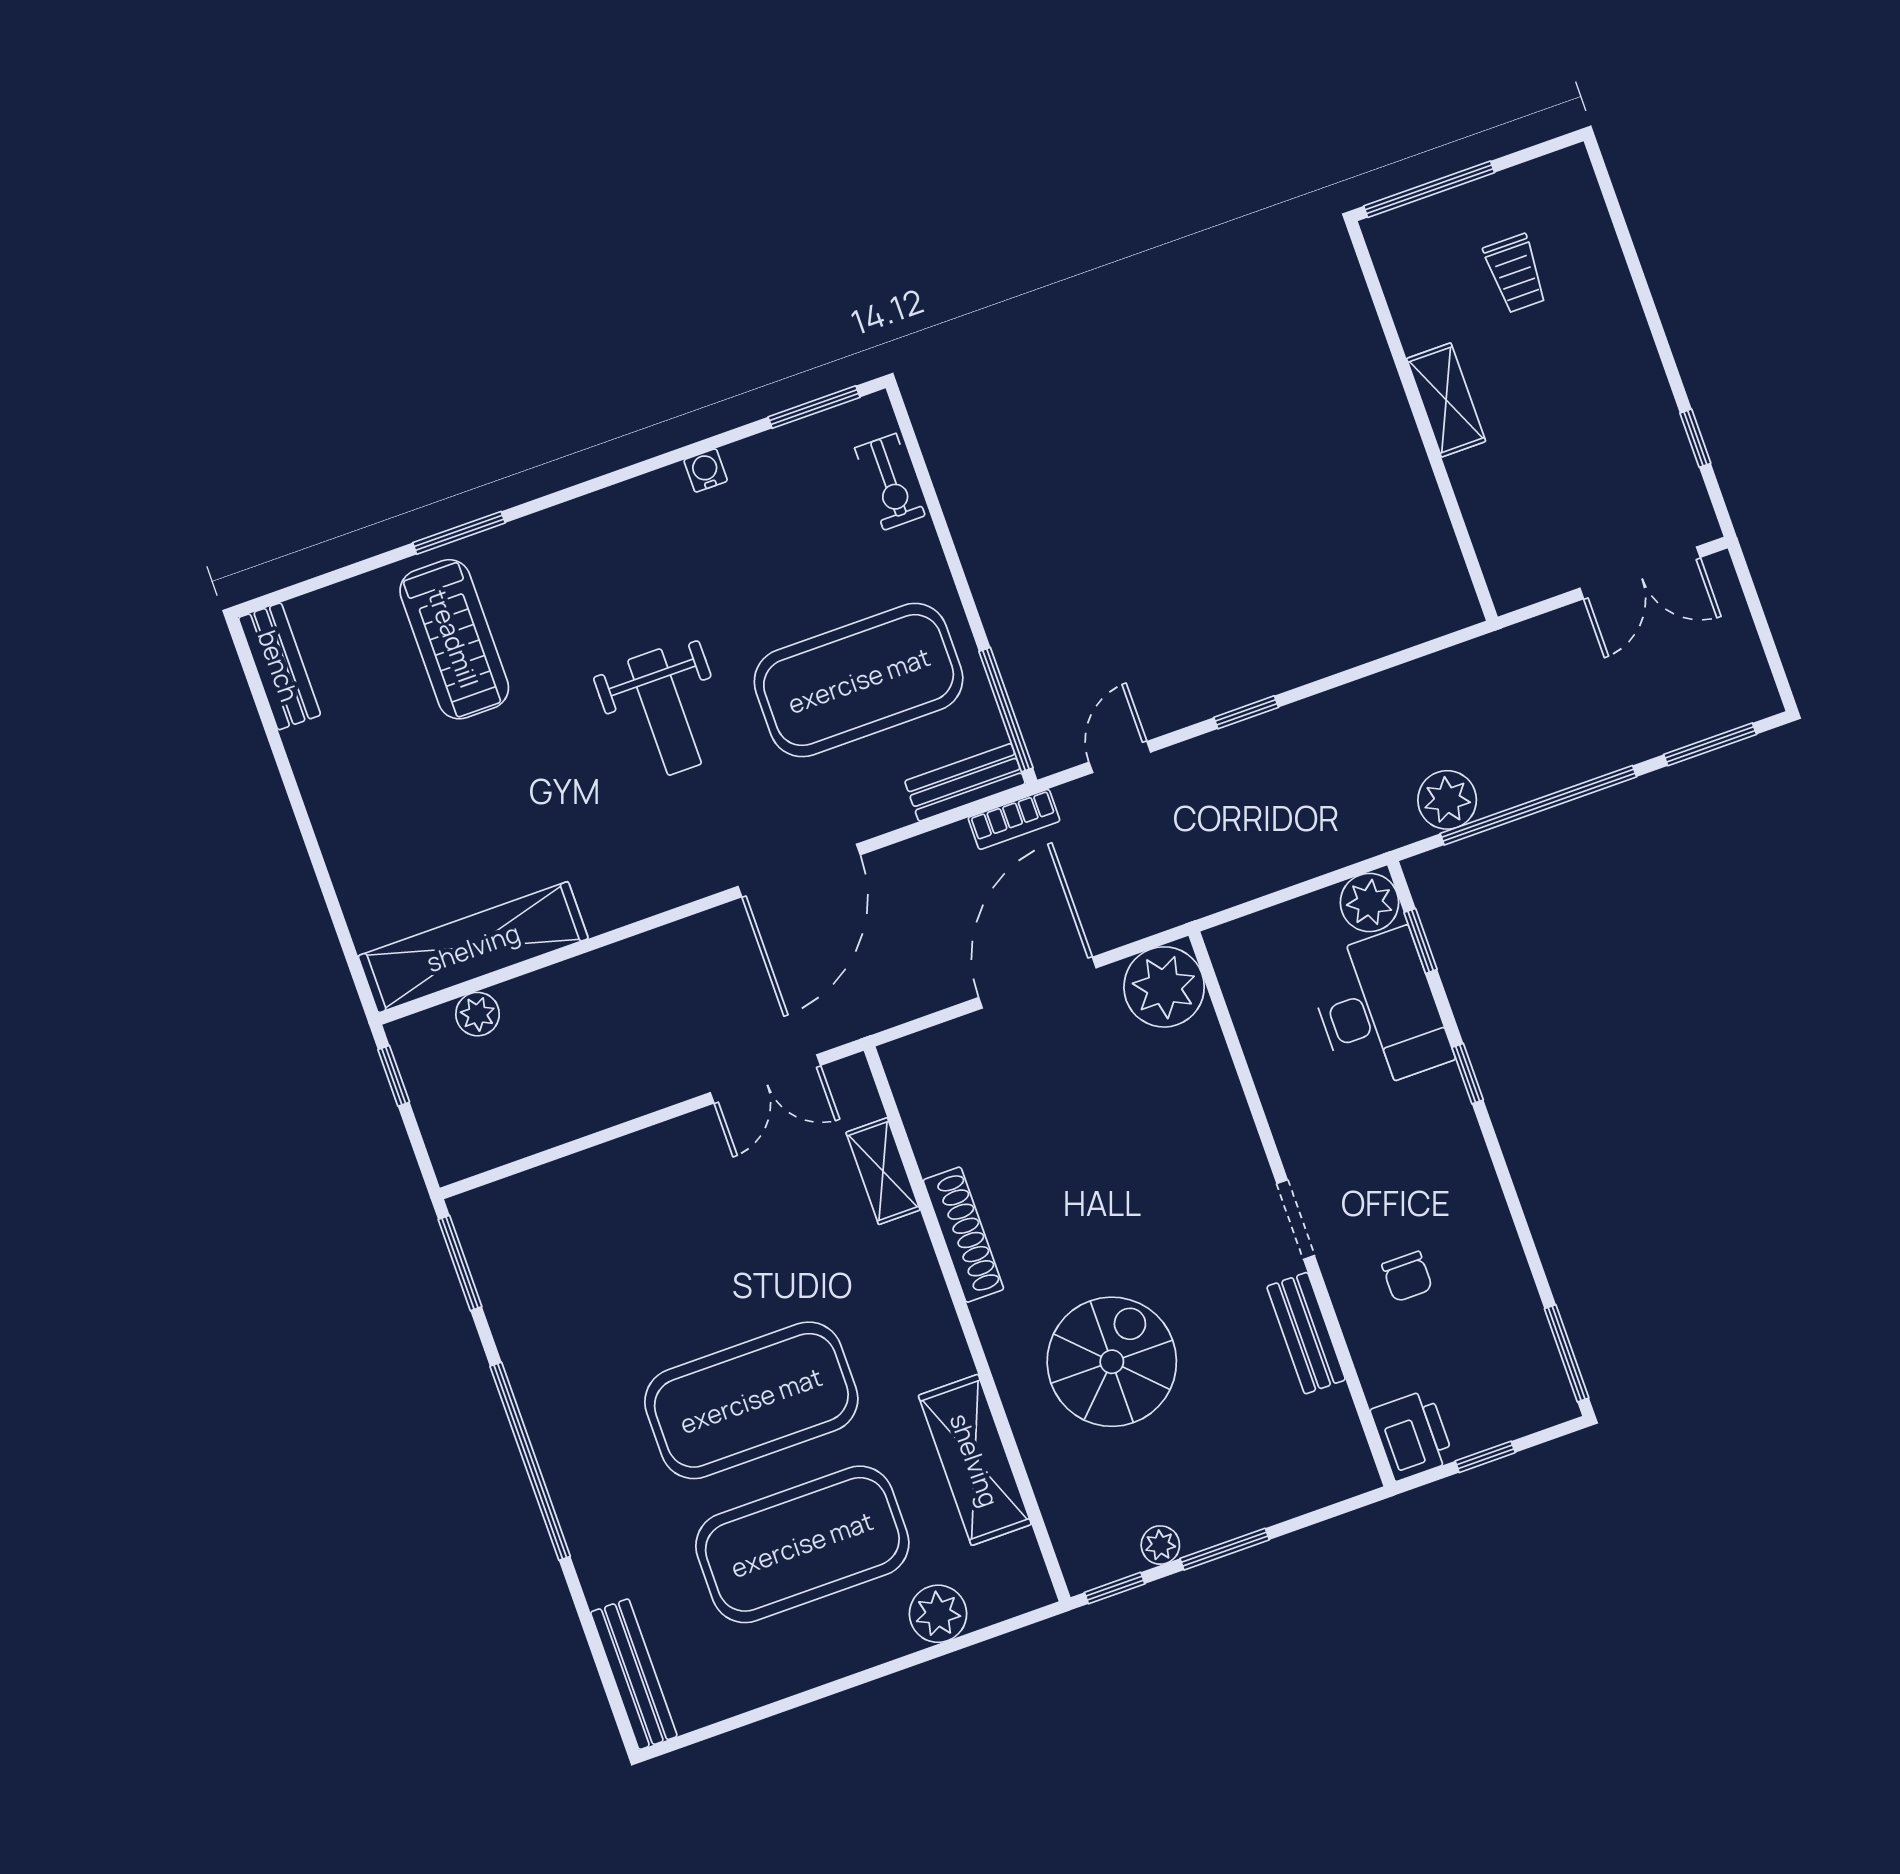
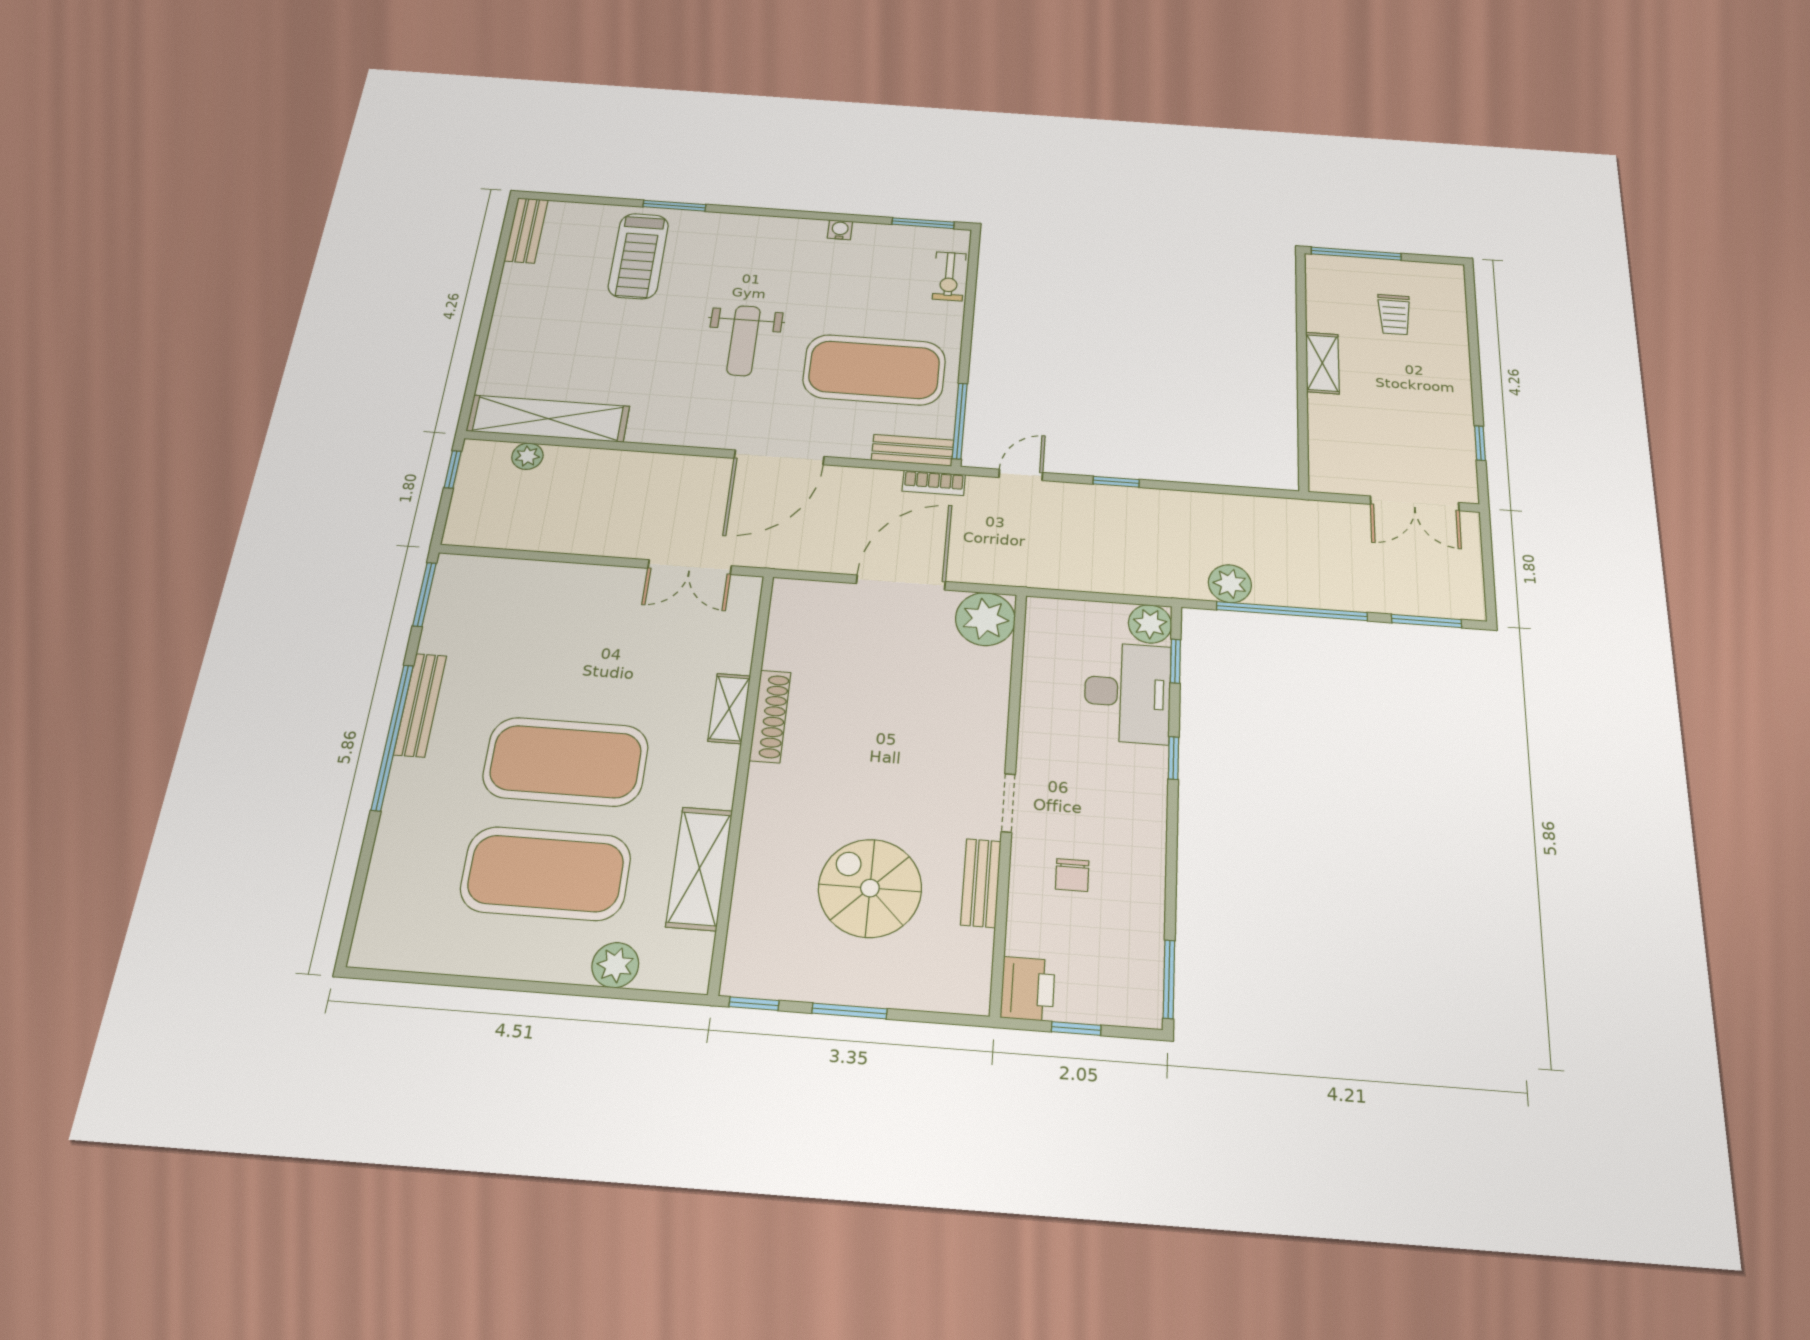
shelving: (883, 1171) -> (729, 709), moved
spiral stairs: (1112, 1362) -> (870, 888), moved, turned -90
plant: (1160, 1545) -> (803, 987), removed
bench: (634, 1674) -> (420, 705), moved

